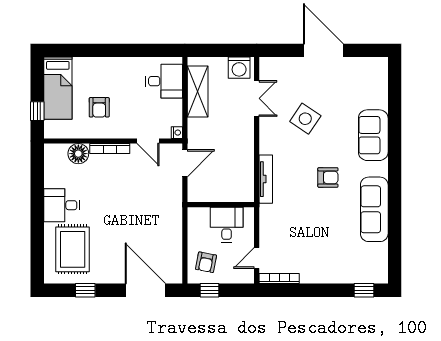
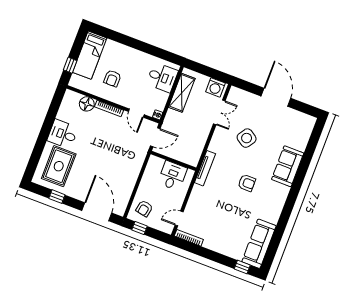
wall: (221, 205) -> (174, 161), moved
sofa: (374, 209) -> (259, 244), moved
desk: (227, 225) -> (172, 176), moved

